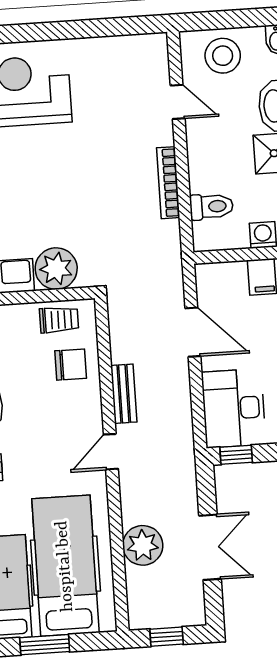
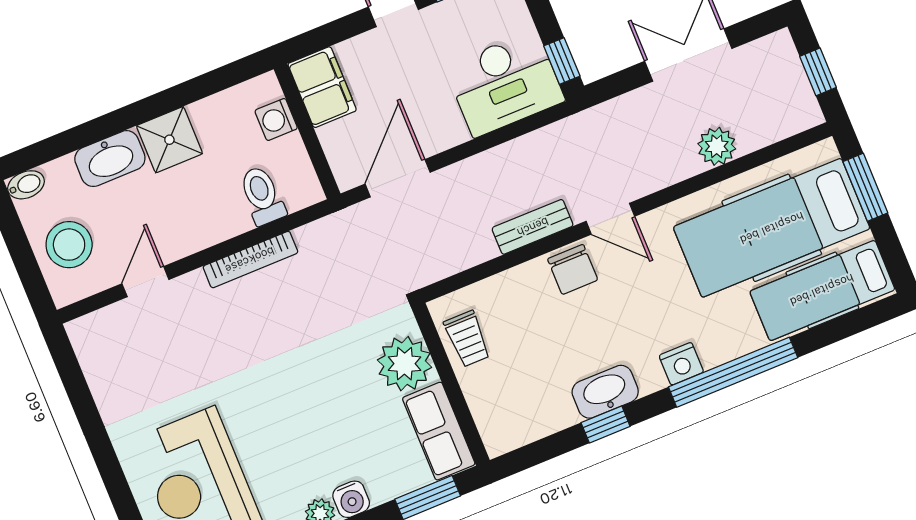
trolley: (59, 320) -> (467, 339), turned 180
door: (193, 332) -> (398, 178), moved
chair: (71, 365) -> (573, 269), moved, turned 180
plant: (143, 545) -> (717, 146), width x0.73, depth x0.73
window: (45, 645) -> (865, 187), moved

